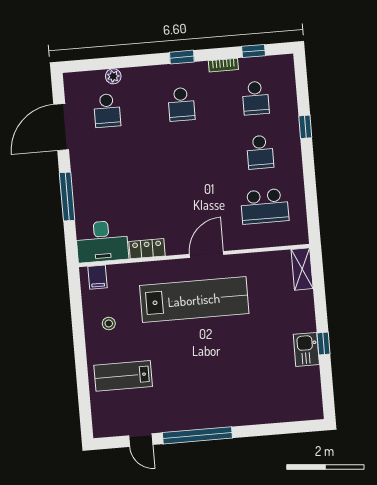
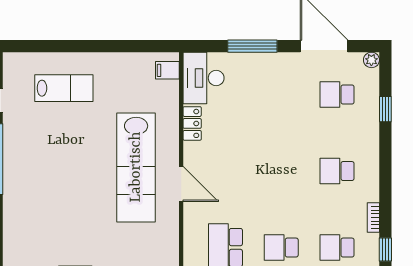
window: (182, 57) -> (385, 109), moved
plant: (113, 76) -> (371, 60), moved
stool: (109, 323) -> (119, 78), removed
lab bench: (123, 376) -> (64, 88), turned 90

